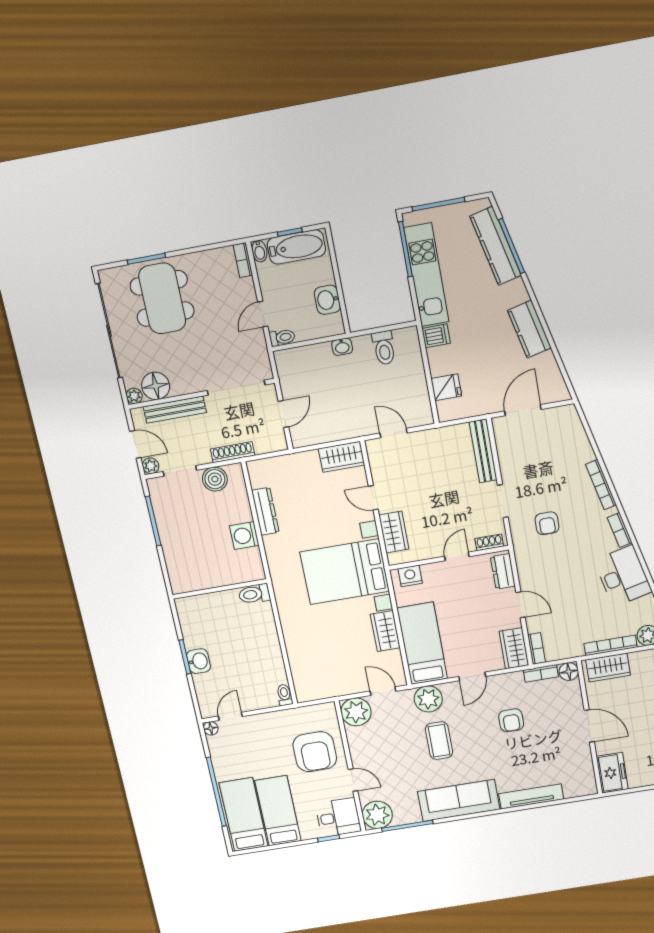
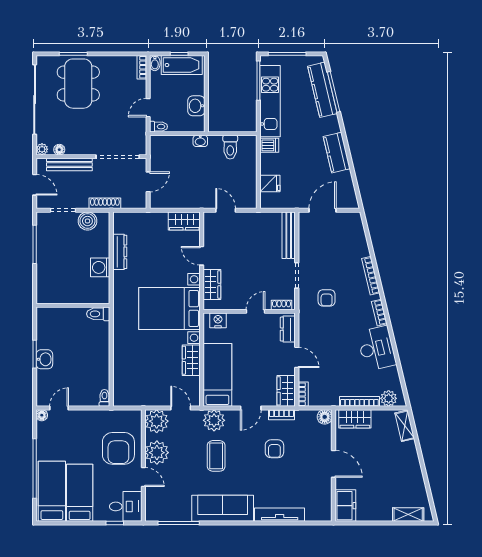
floor lamp: (156, 386) -> (59, 150), width x0.53, depth x0.53
plant: (151, 466) -> (42, 203), removed
bookcase: (541, 673) -> (282, 415), moved
plant: (377, 815) -> (157, 453), moved

